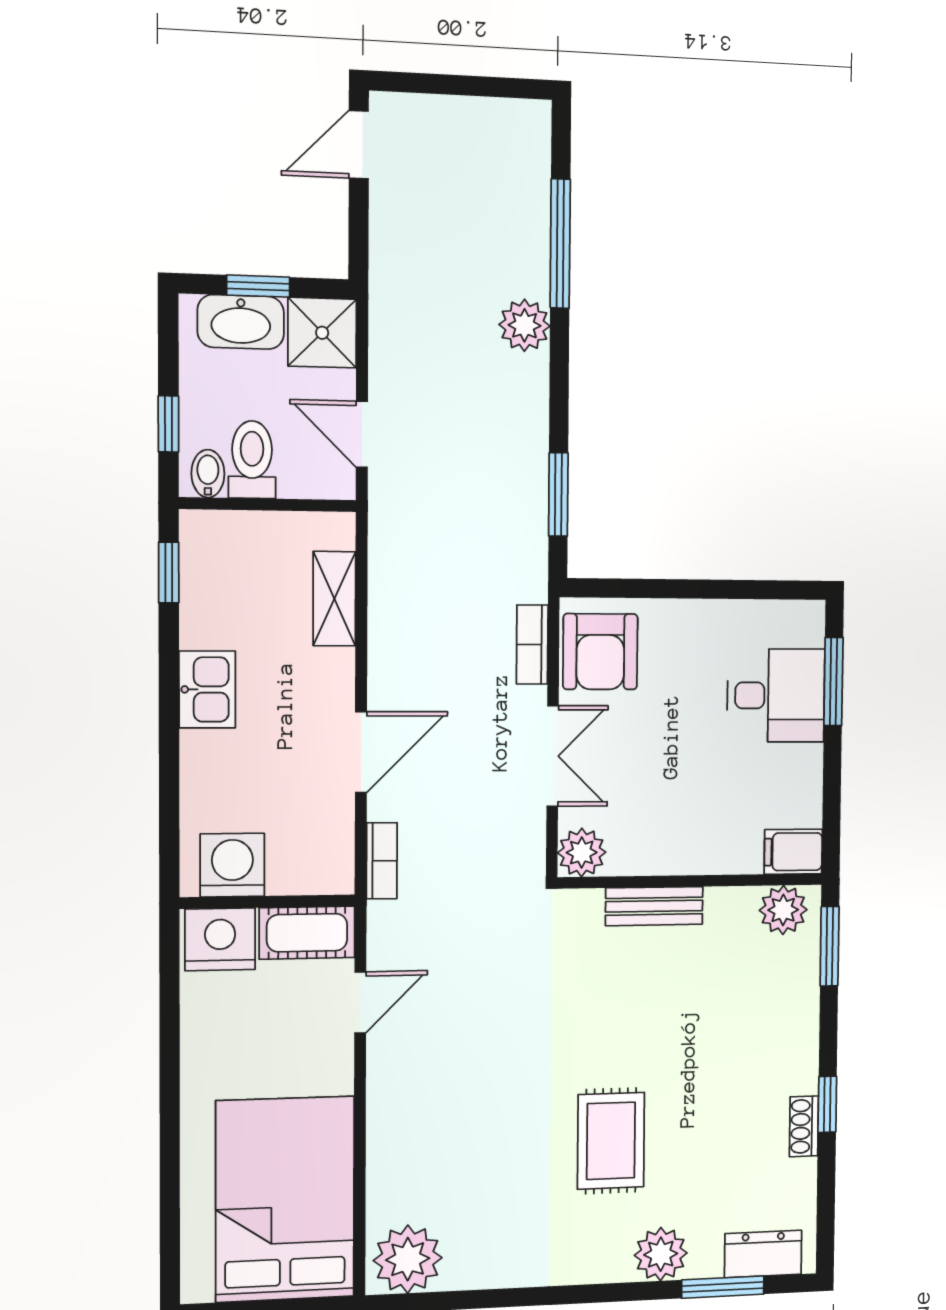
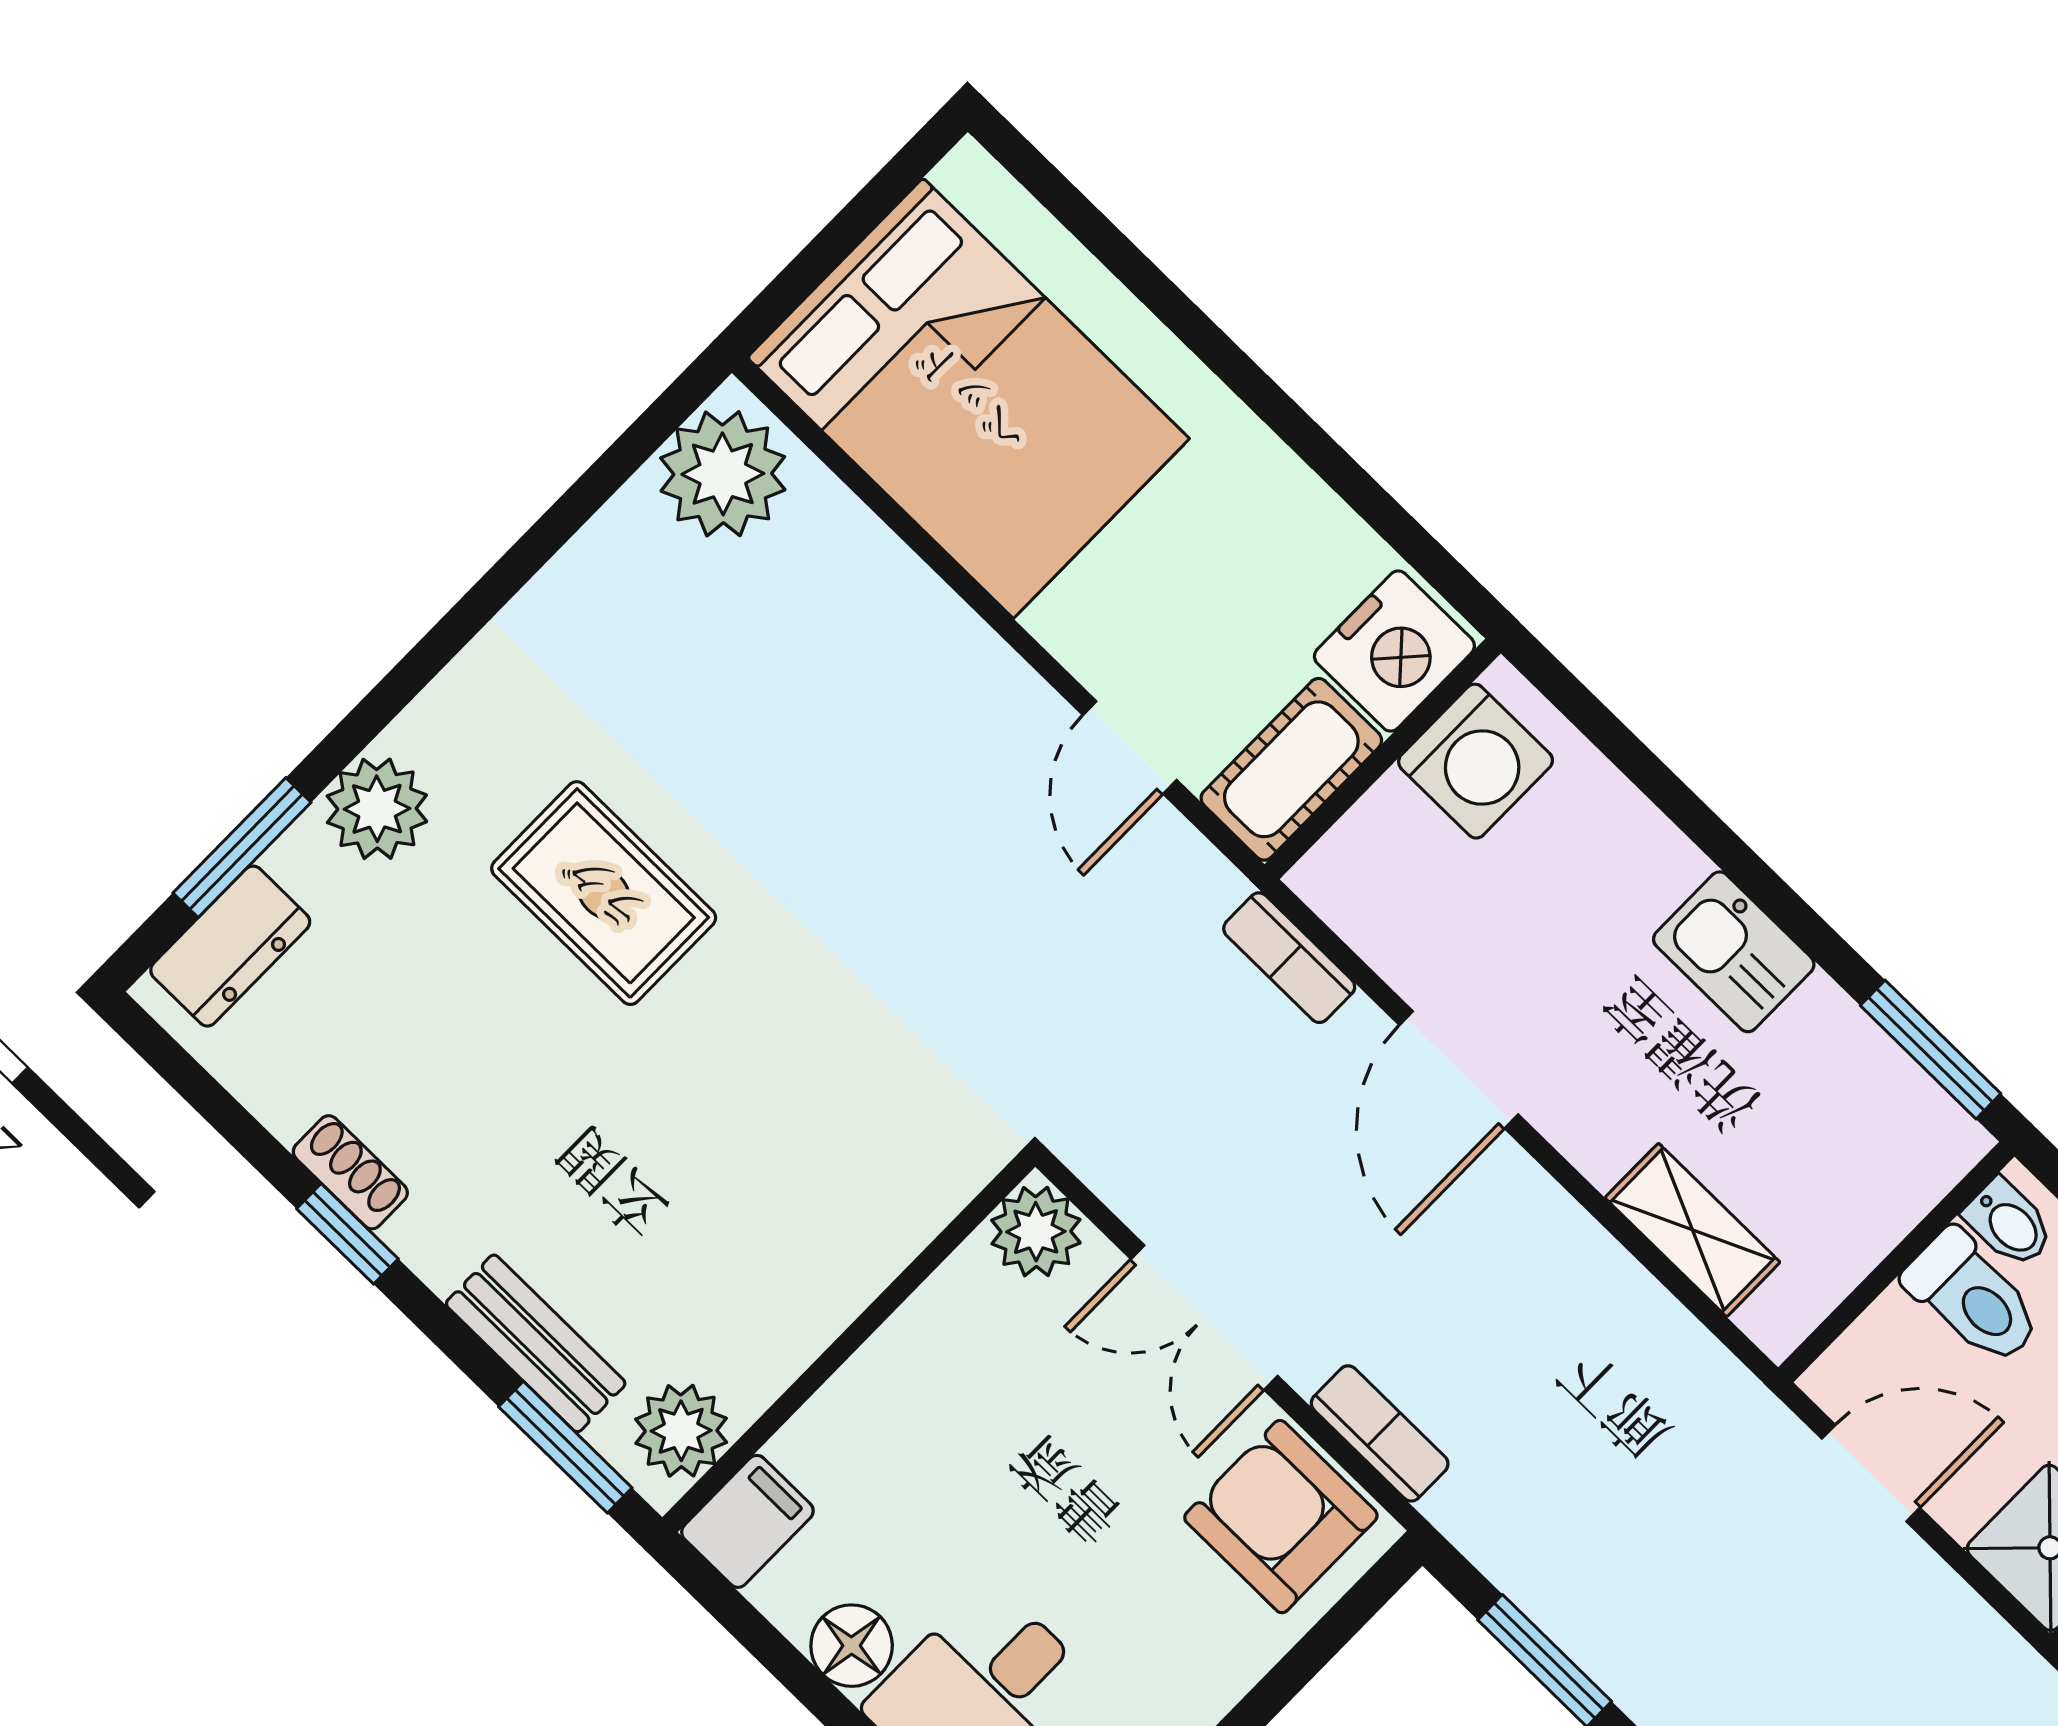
window: (169, 573) -> (1931, 1050), width x1.50
floor lamp: (802, 767) -> (852, 1646), added
bench: (654, 906) -> (536, 1343), moved, turned 90

